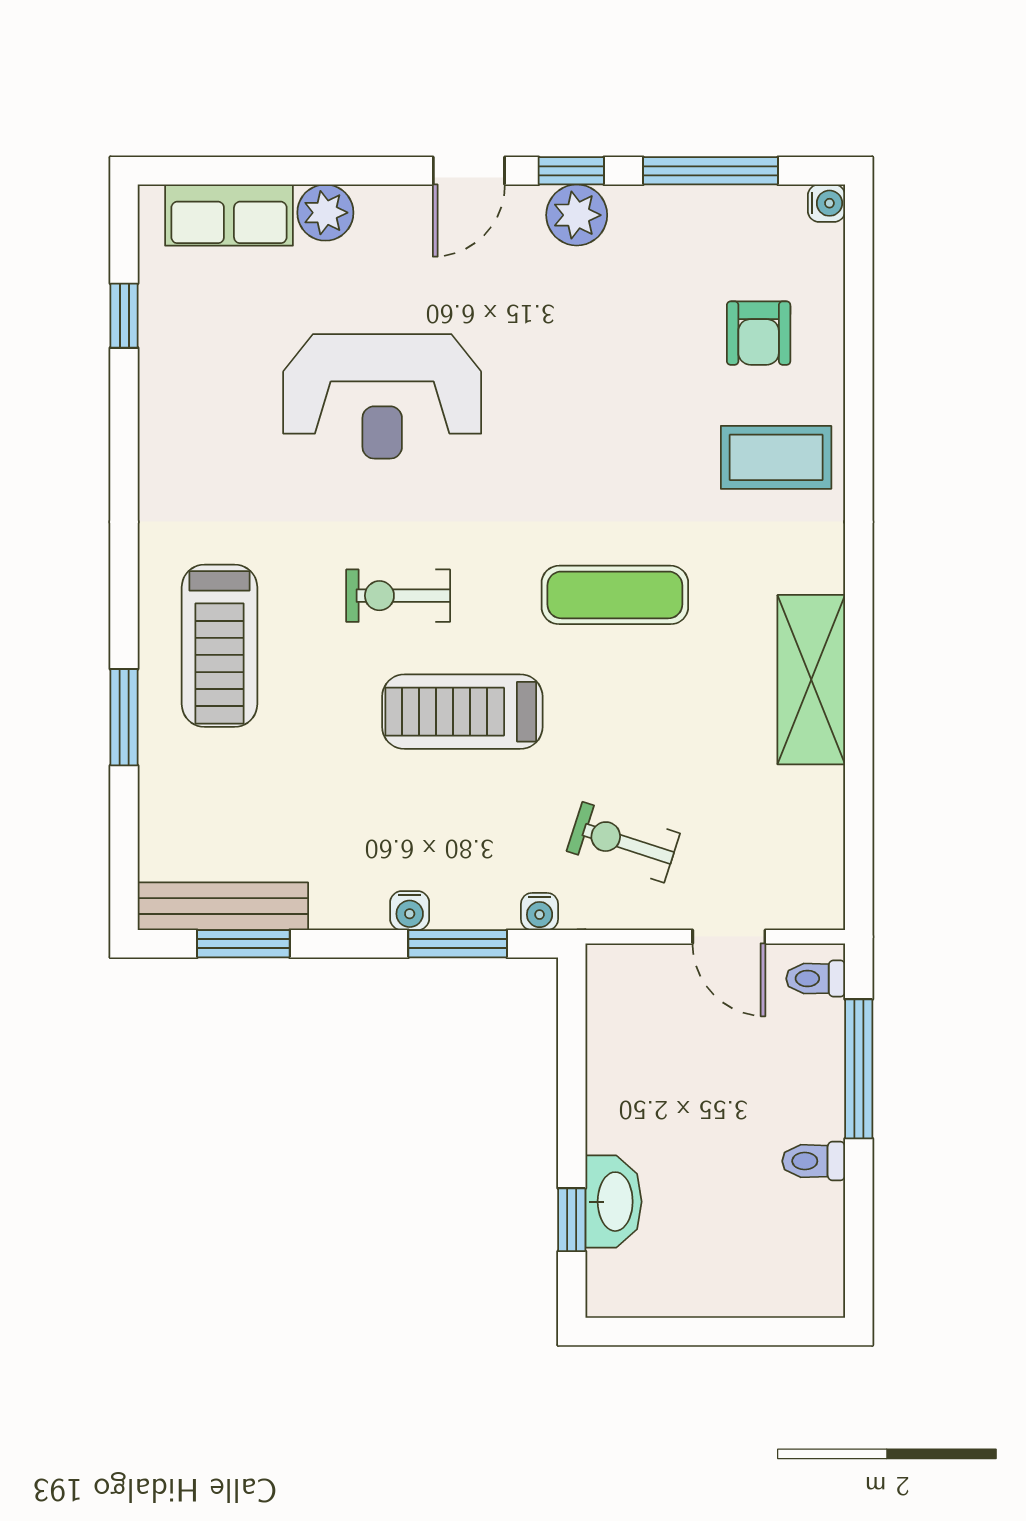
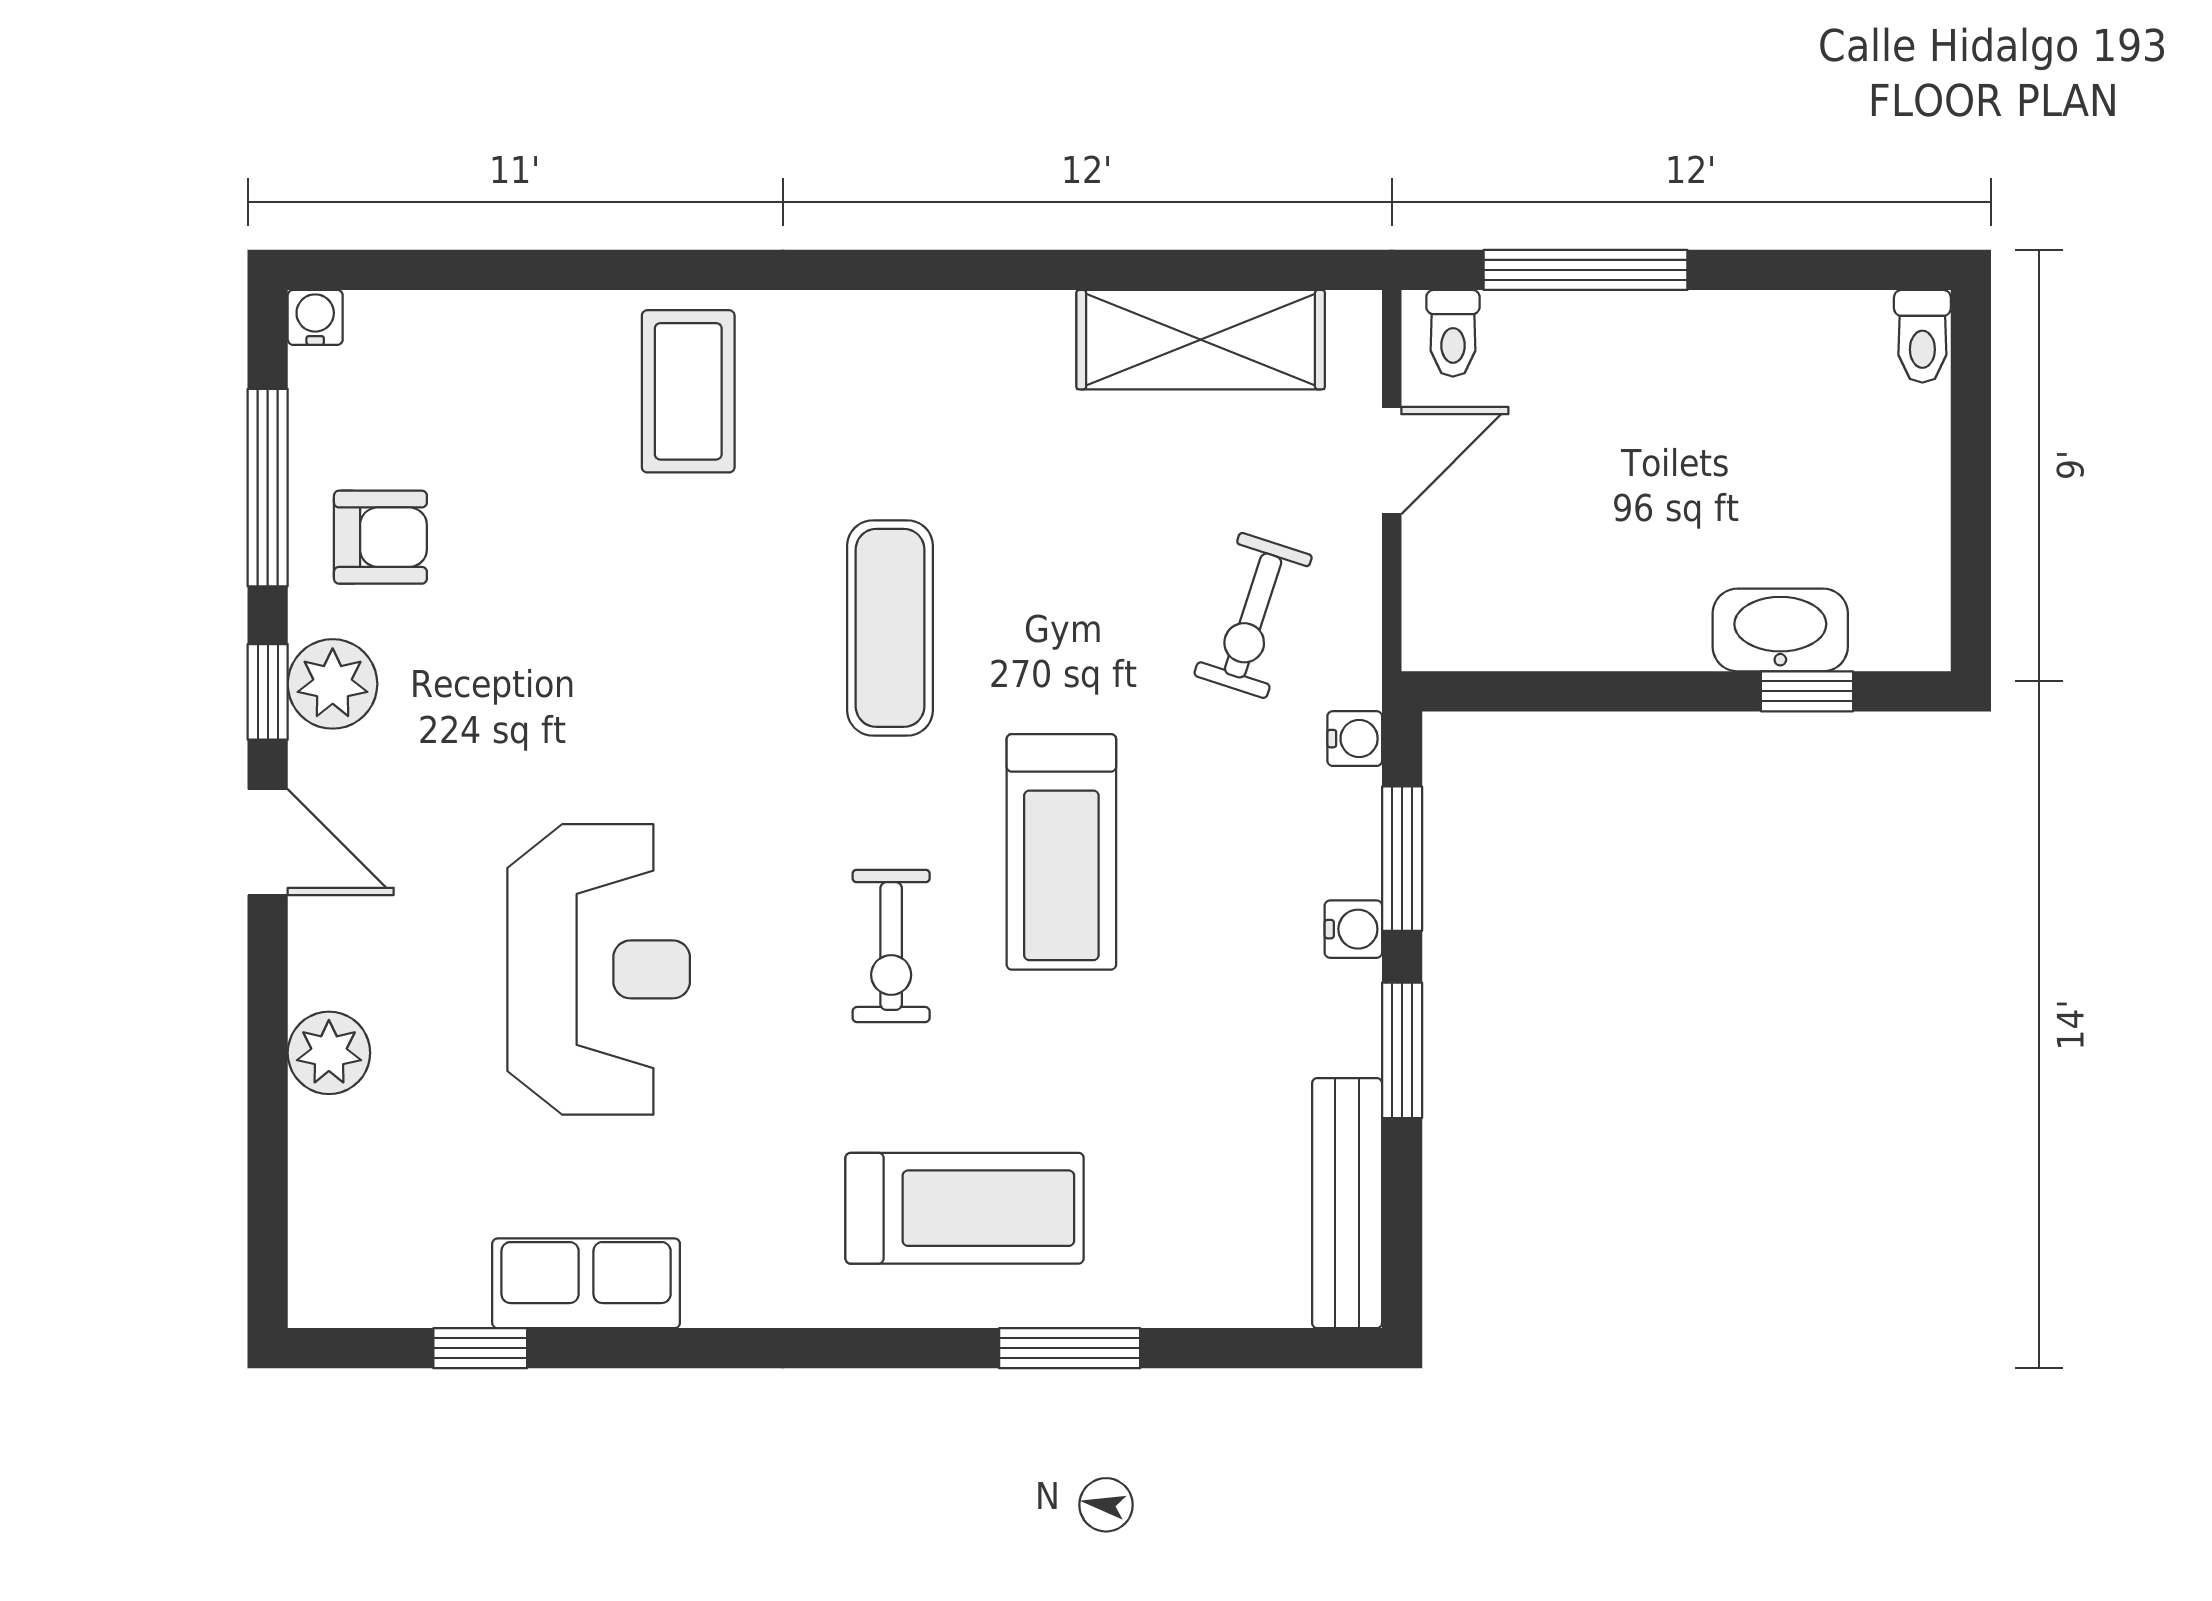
row of seats: (229, 215) -> (586, 1283), moved, turned -90
armchair: (759, 333) -> (380, 537), moved
shelving: (811, 680) -> (1201, 340), moved
window: (243, 944) -> (1402, 1050), moved
toilet: (814, 1161) -> (1922, 336), moved

